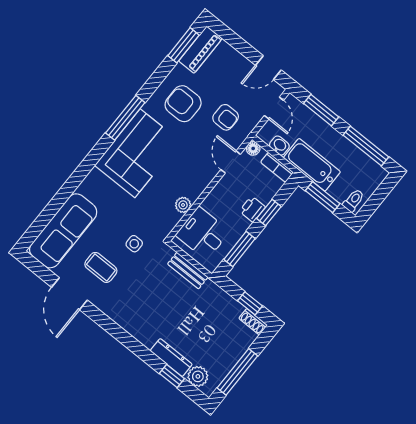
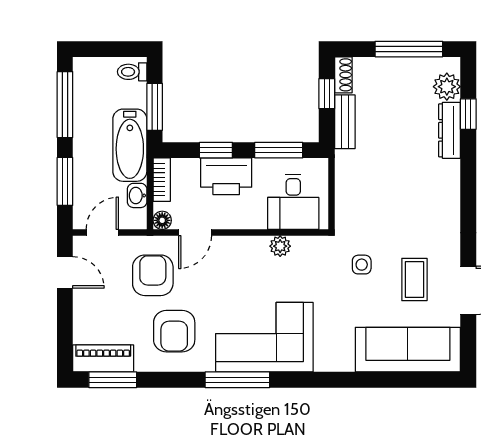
armchair: (226, 117) -> (153, 275), width x1.38, depth x1.38
printer: (252, 209) -> (226, 176), width x1.87, depth x1.48
bench: (188, 271) -> (345, 122), moved

